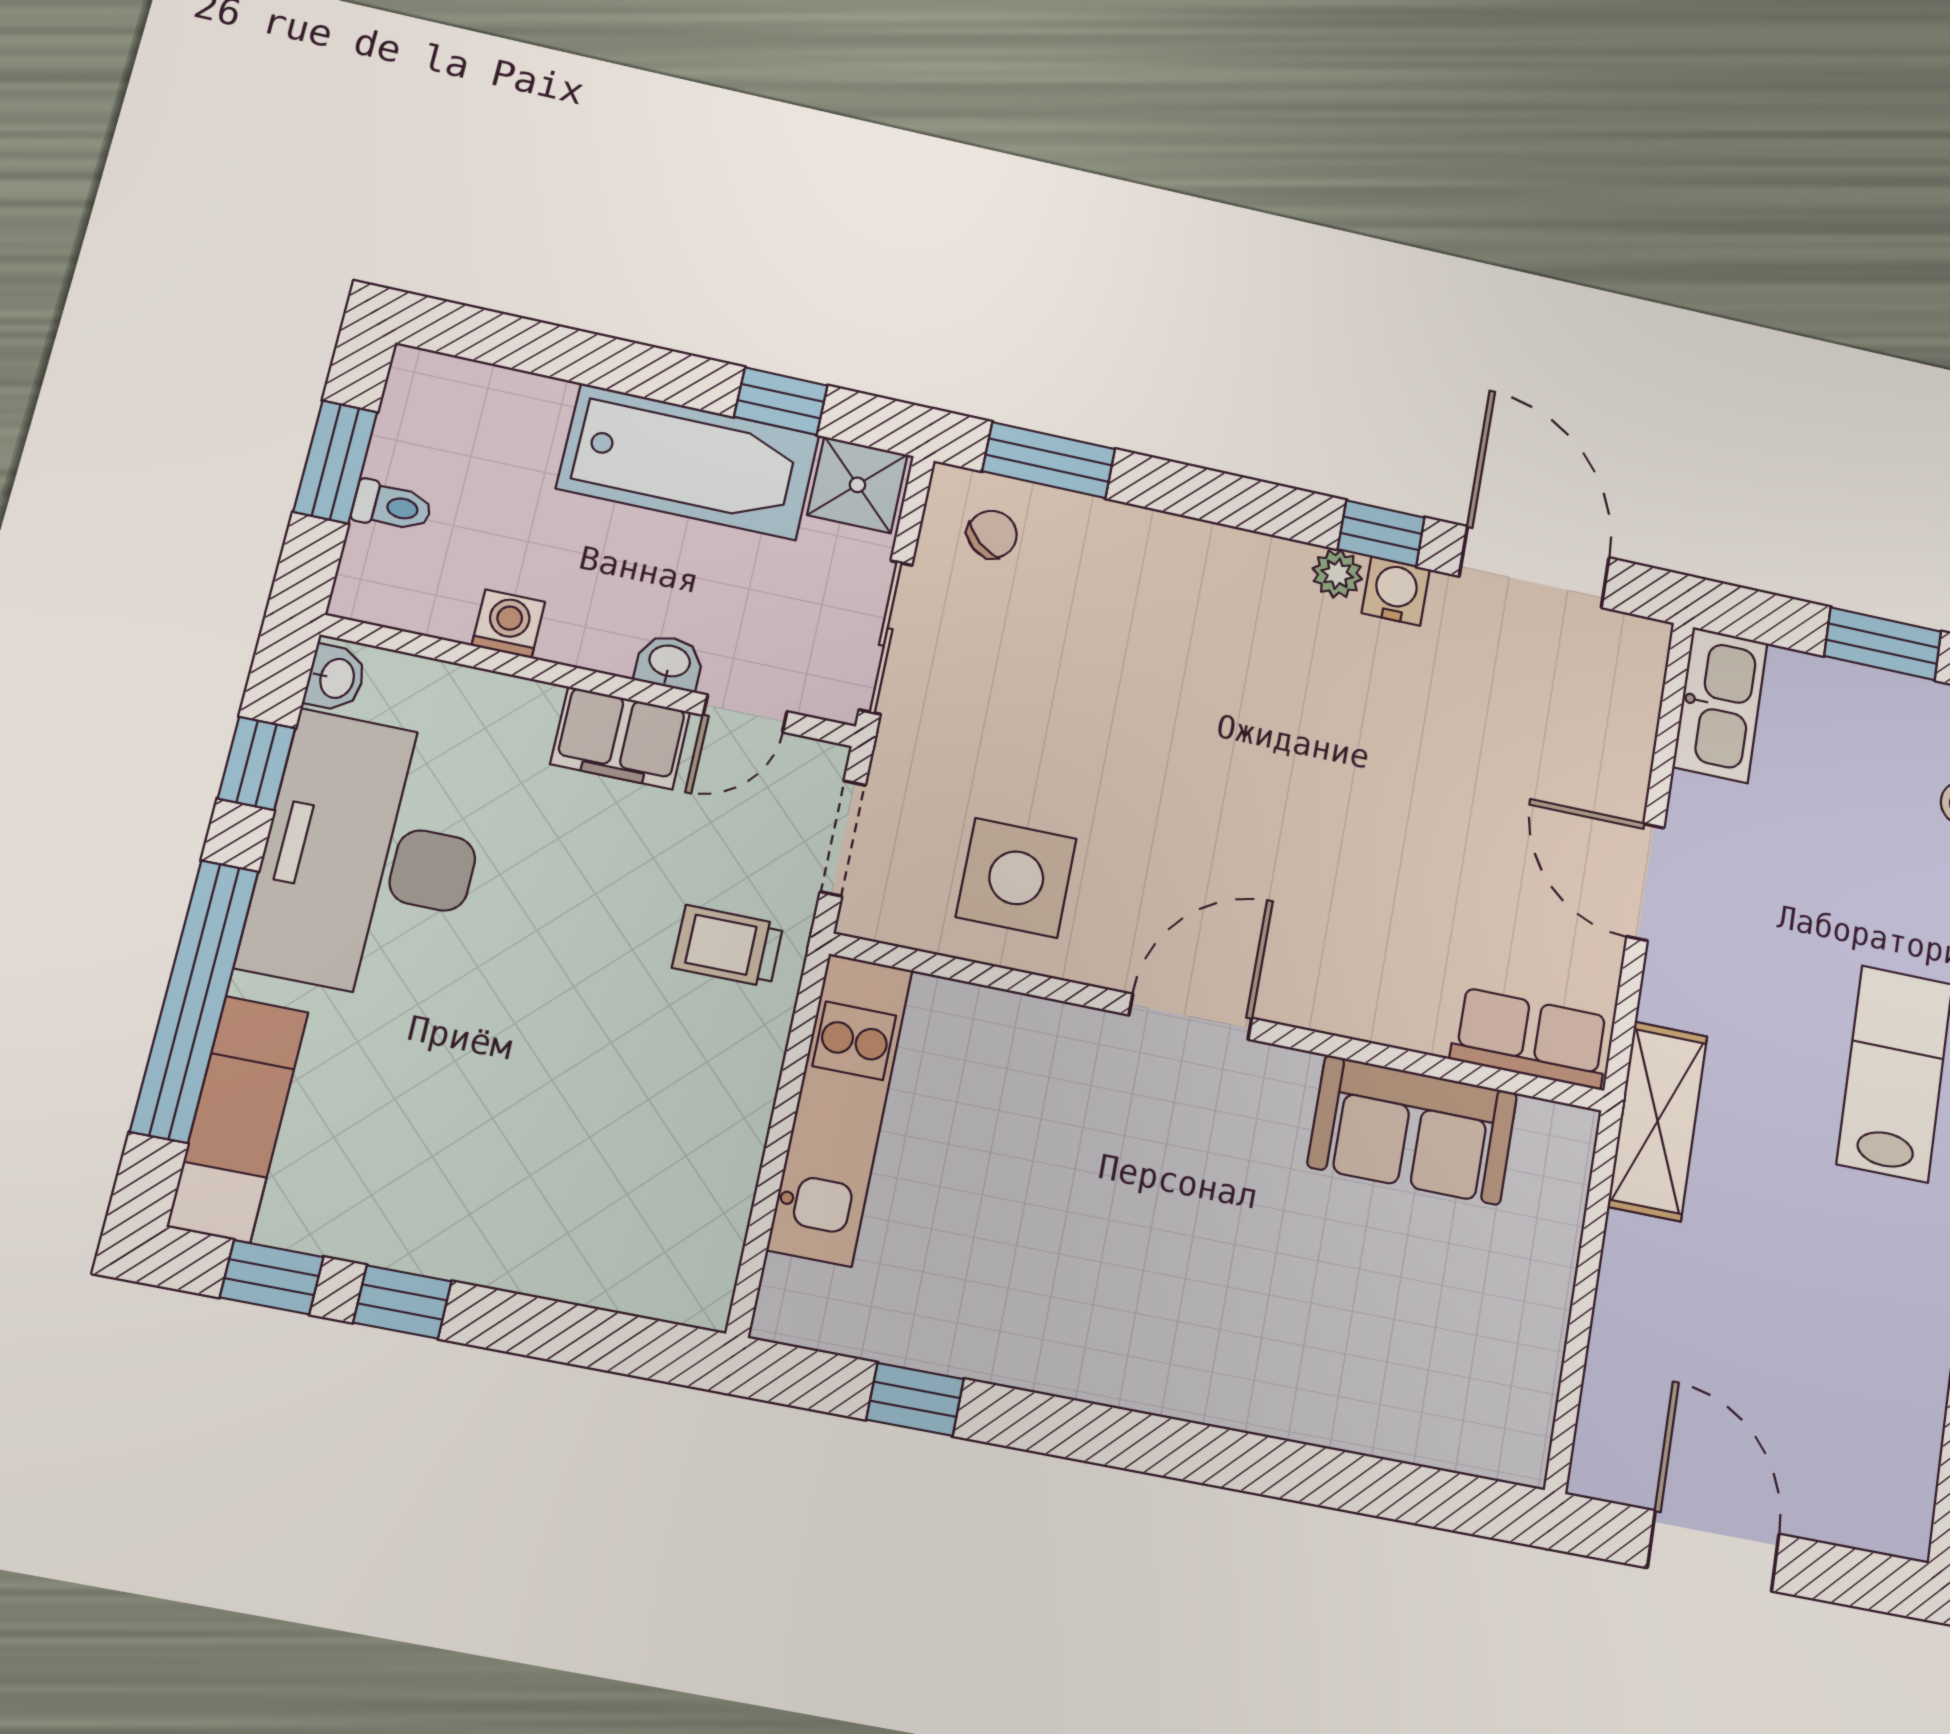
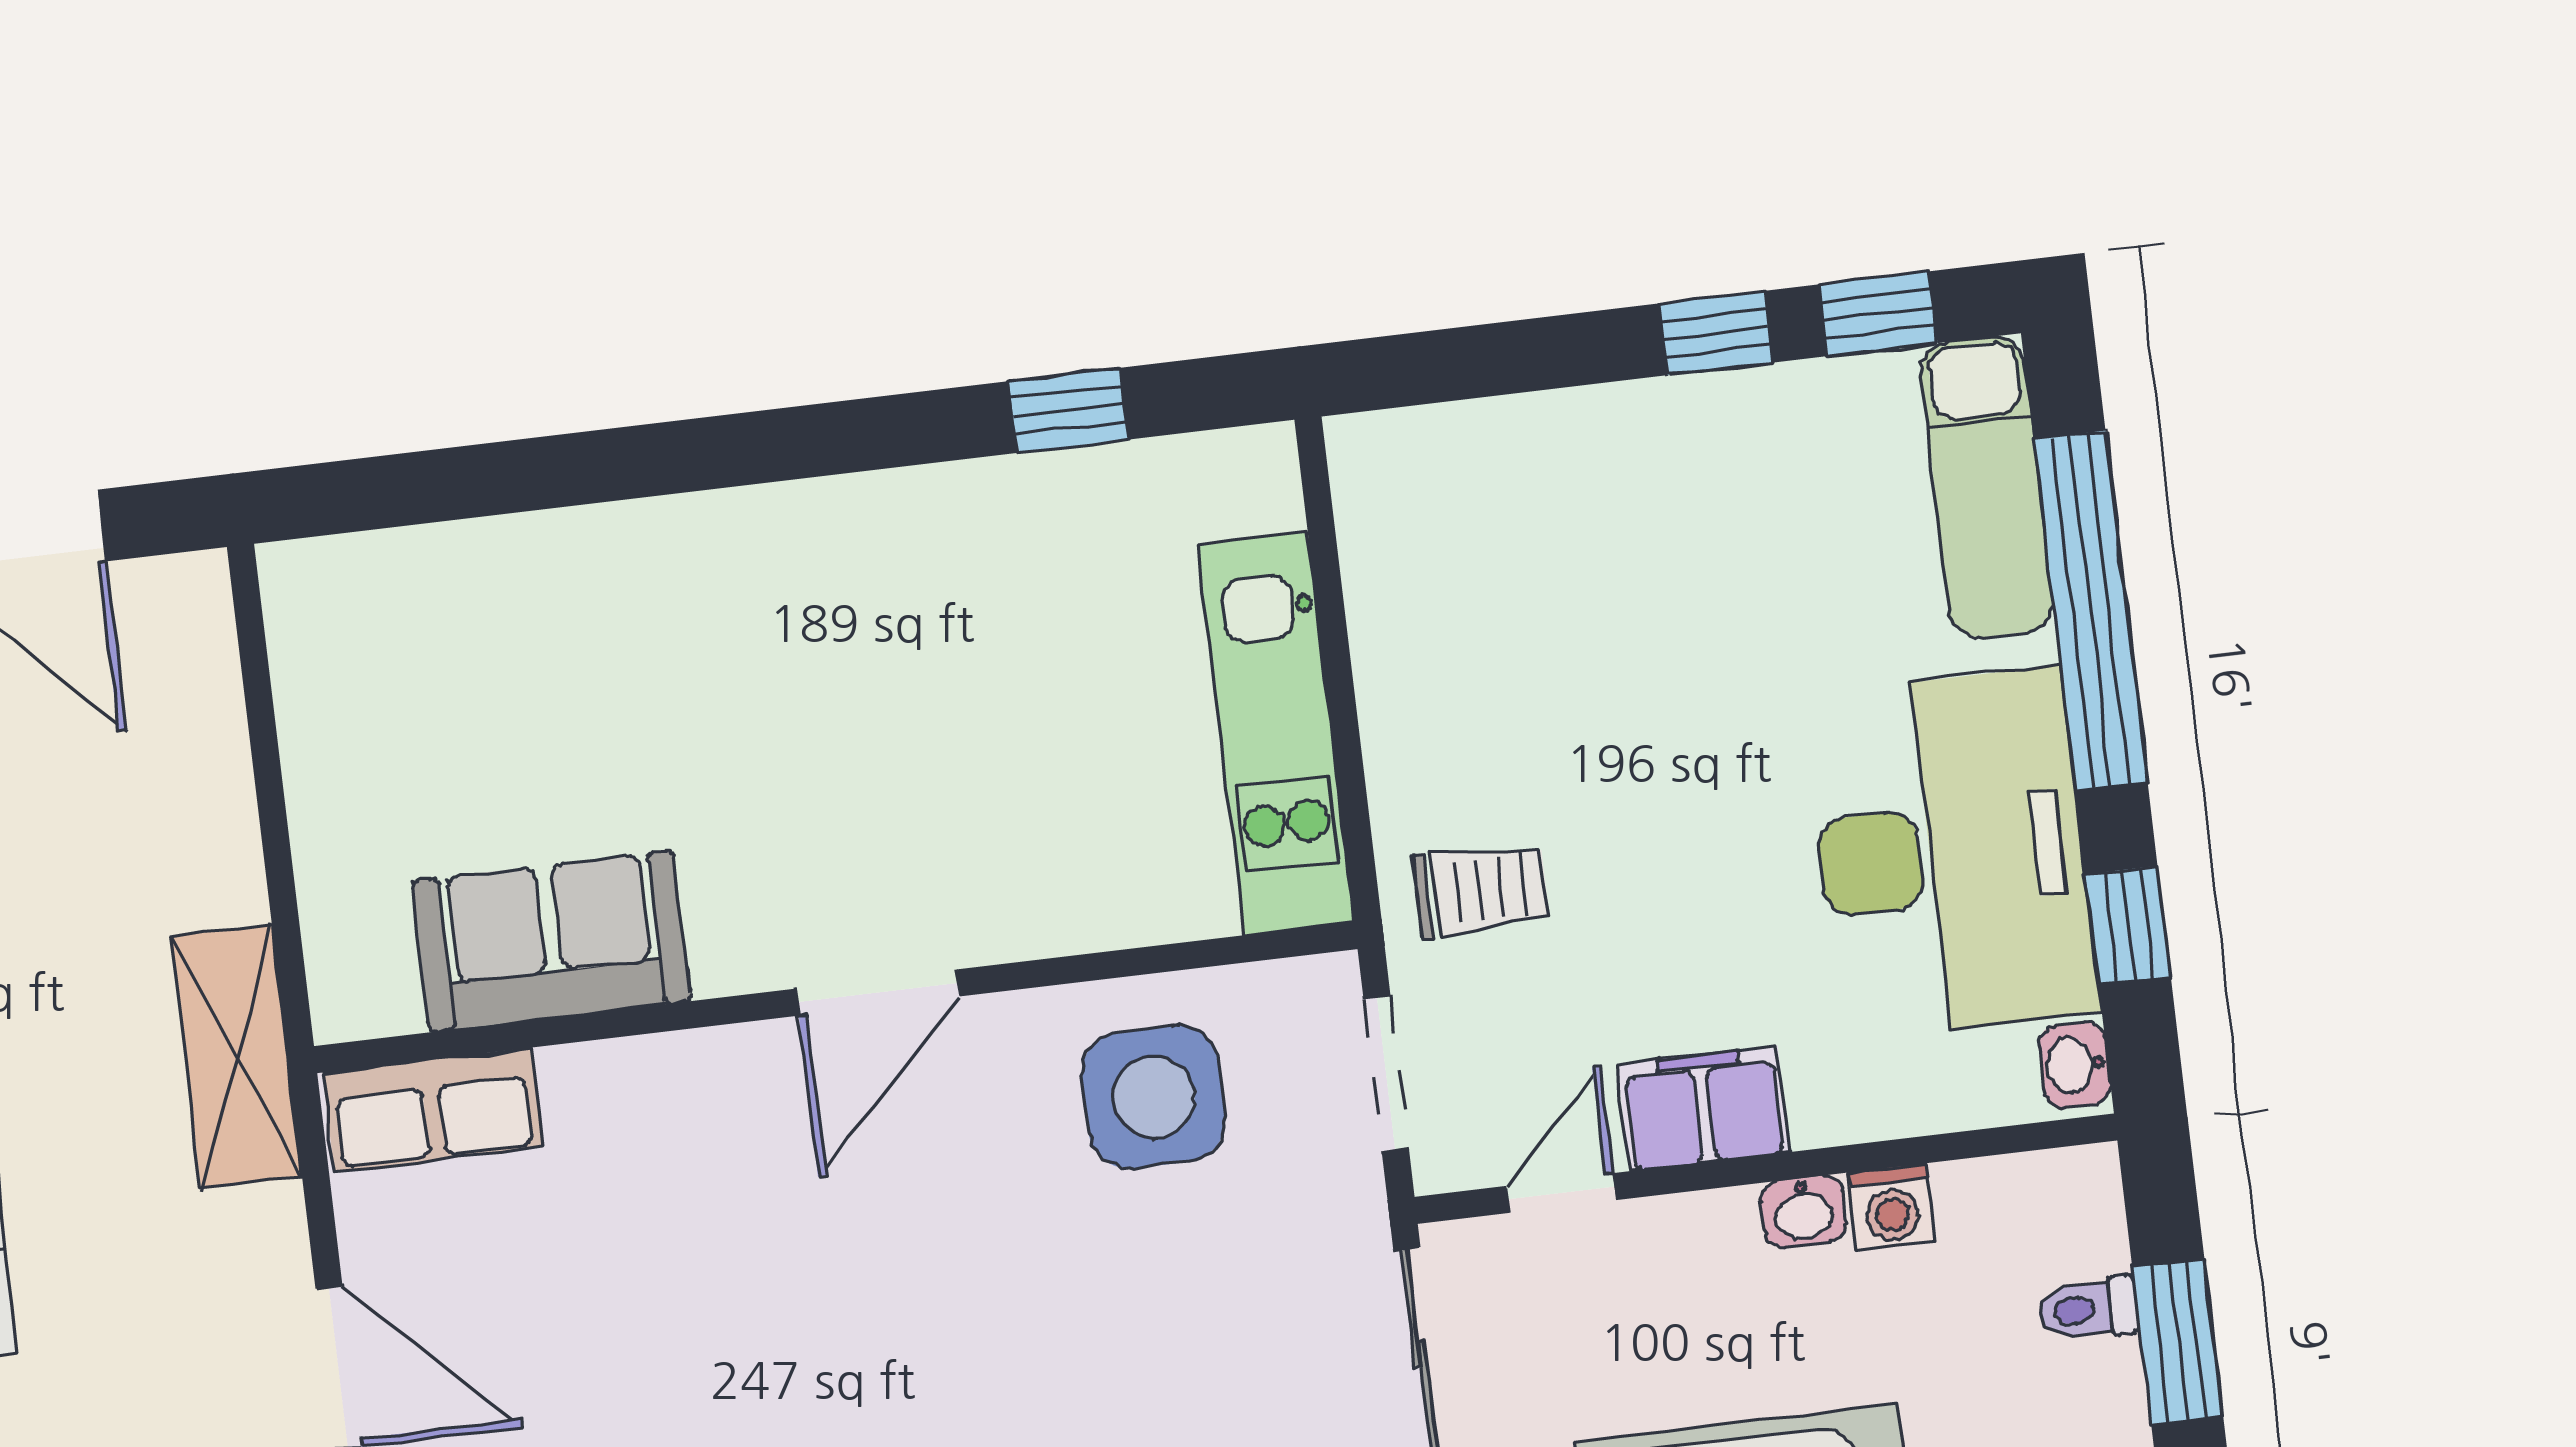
washbasin: (669, 662) -> (1804, 1212), moved

